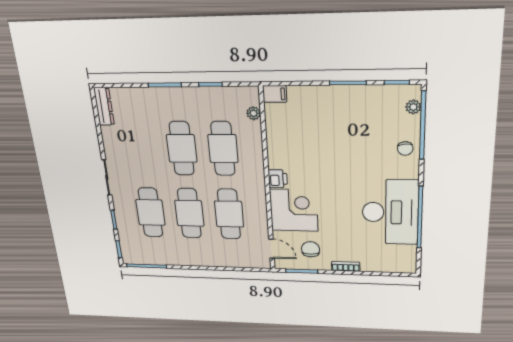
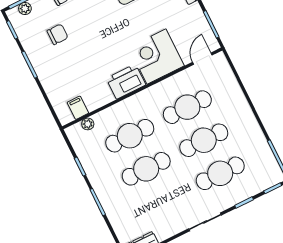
filing cabinet: (275, 94) -> (78, 108), moved
printer: (278, 179) -> (126, 82), width x1.87, depth x1.48
chair: (311, 249) -> (58, 34), moved, turned 180

